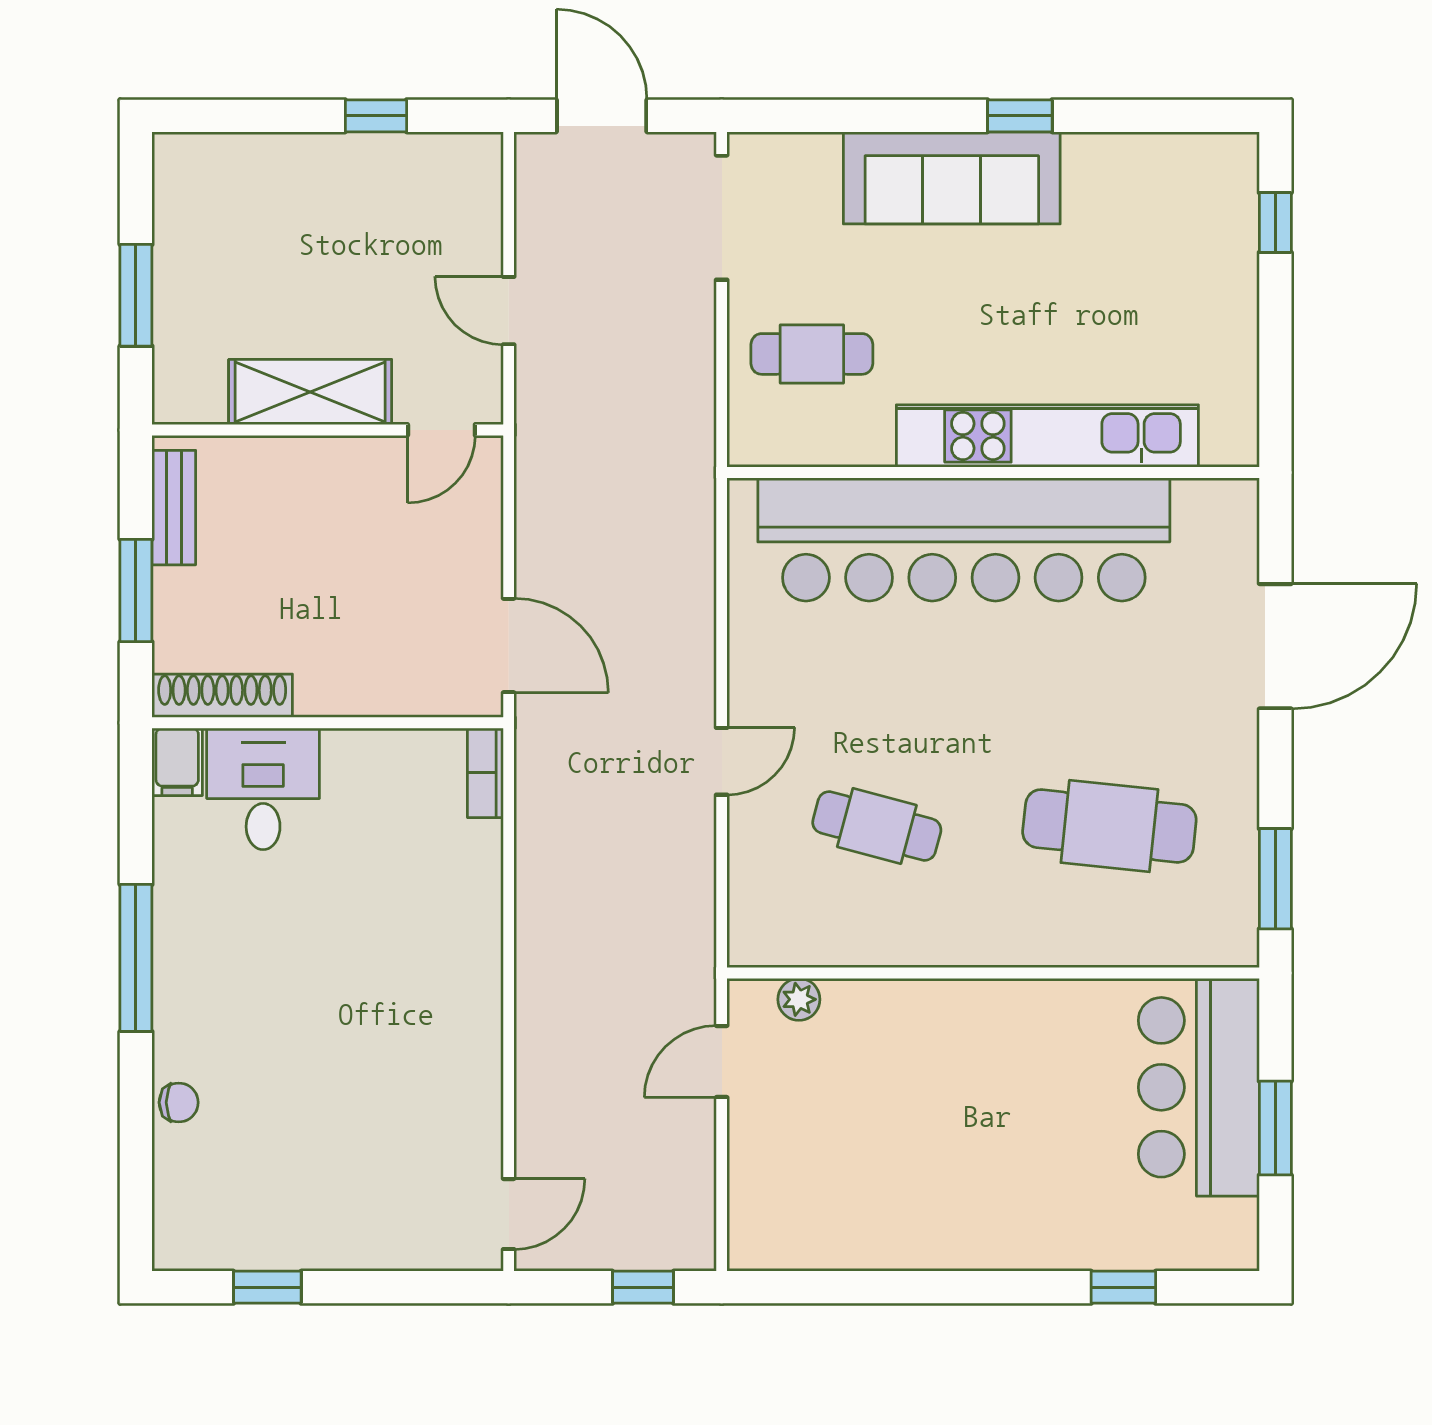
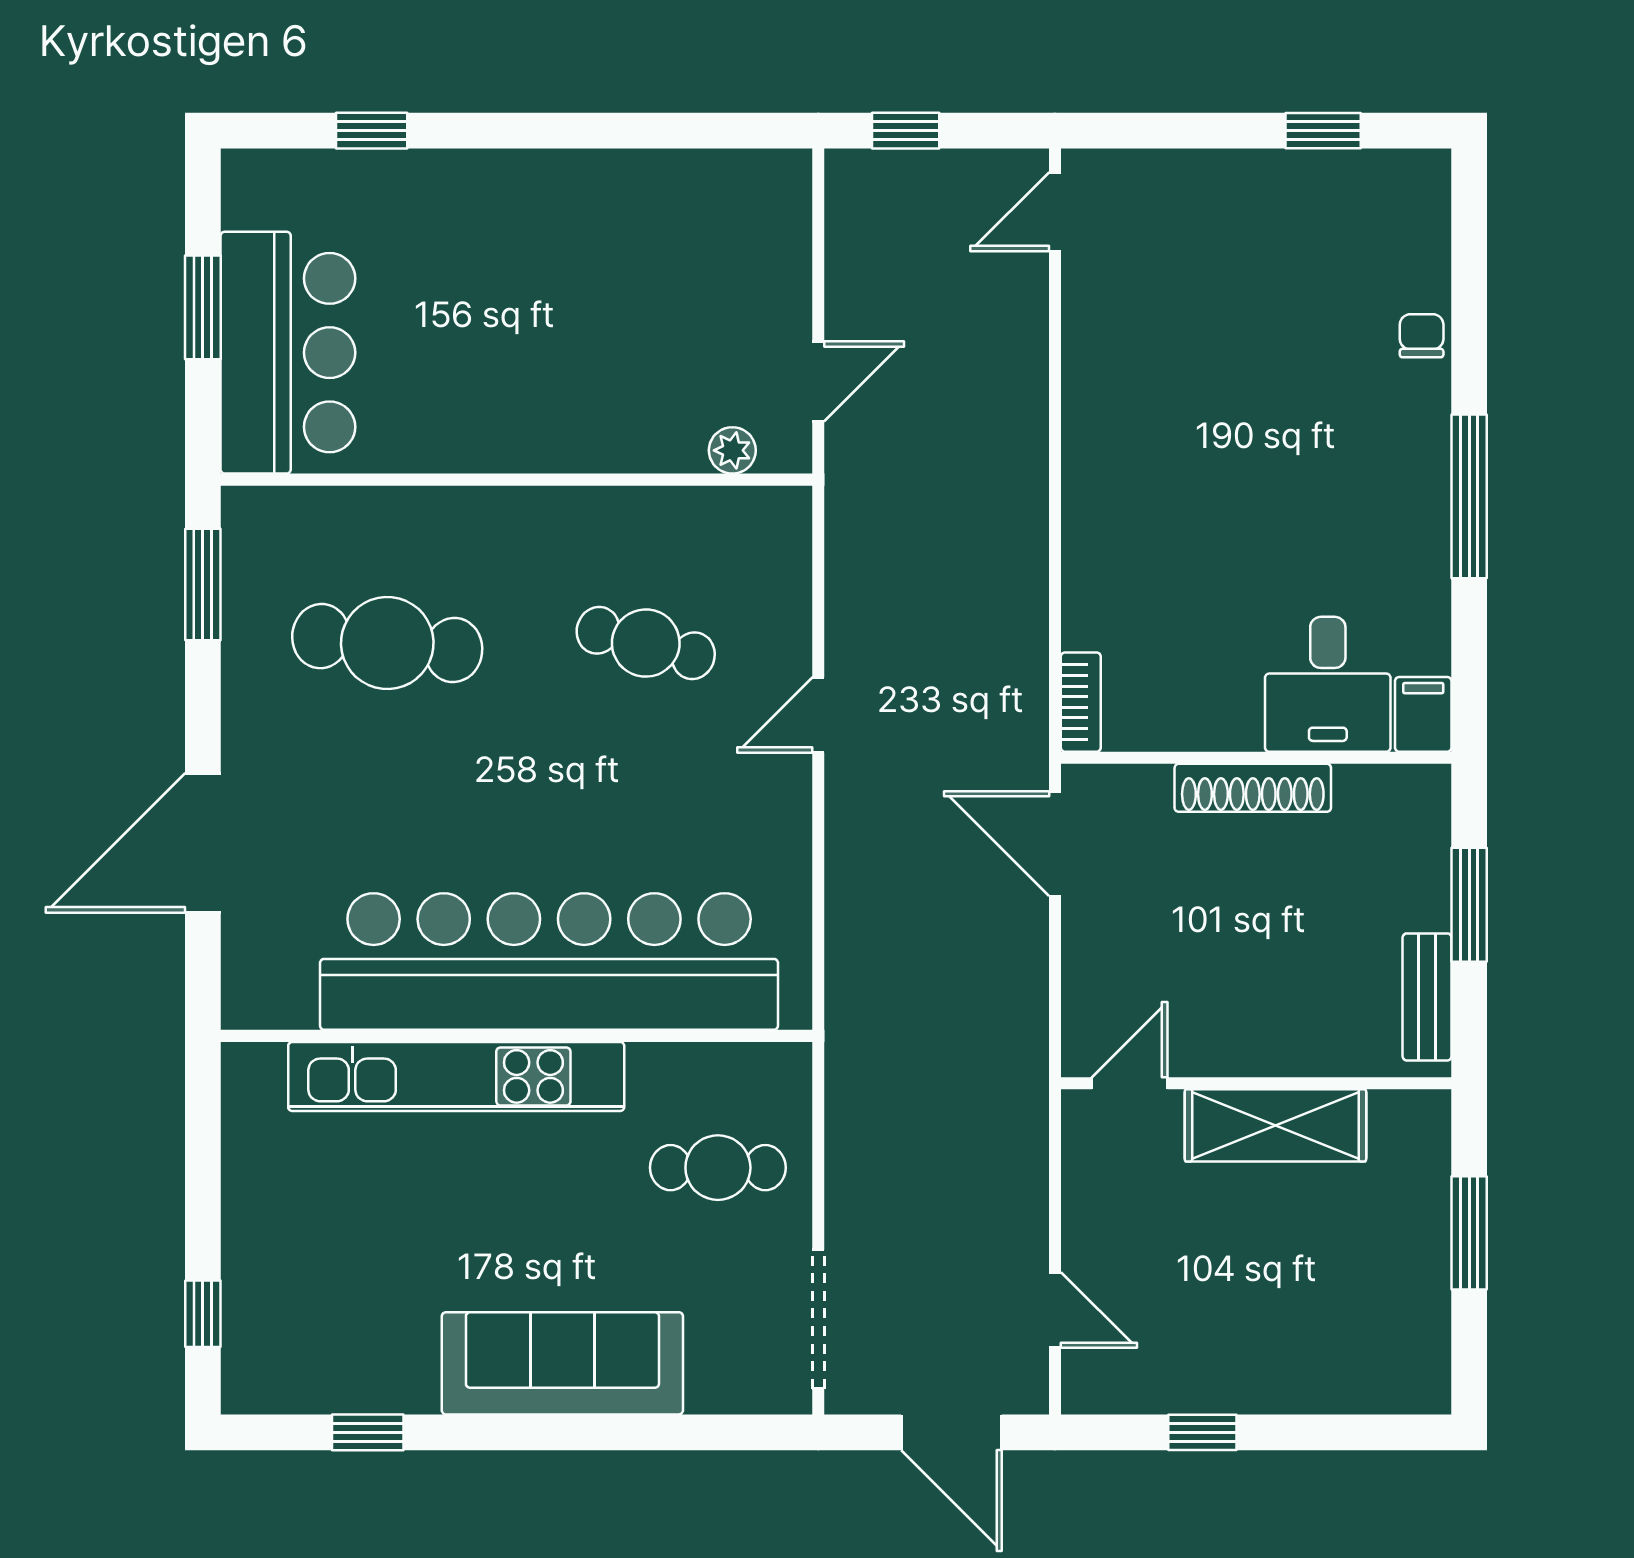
window: (1020, 116) -> (368, 1432), moved
door: (509, 311) -> (1055, 1310), moved
shoe rack: (222, 696) -> (1253, 788), moved
chair: (179, 1102) -> (1422, 336), turned 90

